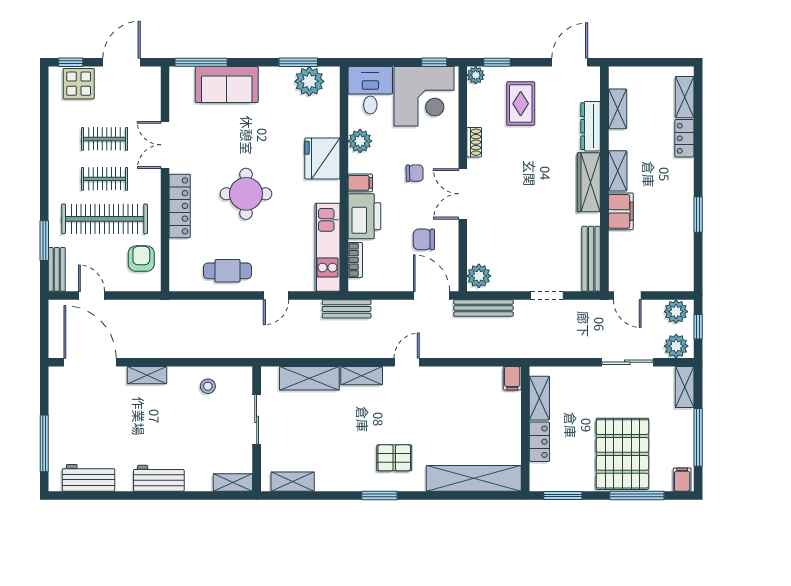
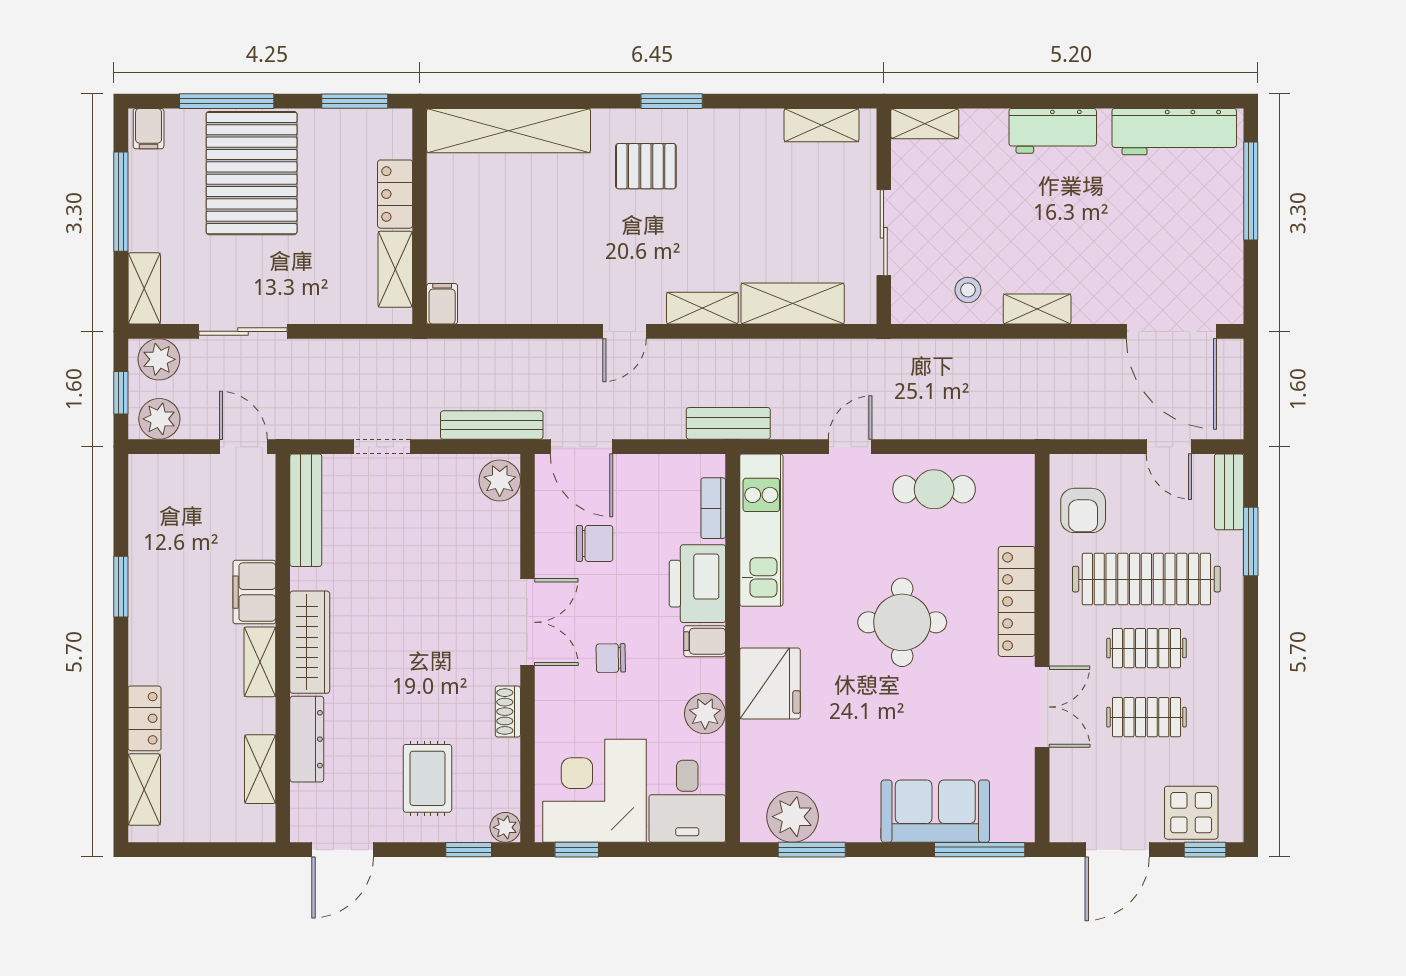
shelving: (147, 375) -> (1037, 309), moved
workbench: (88, 478) -> (1174, 132), width x1.38

